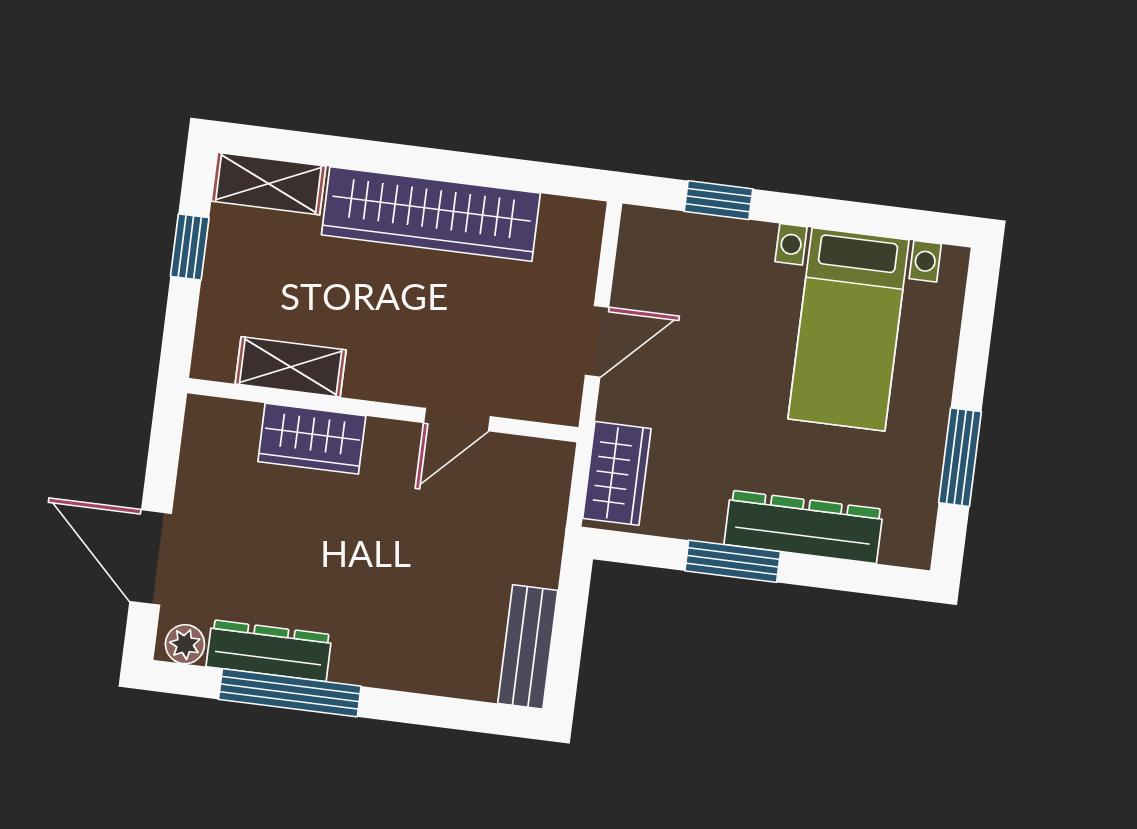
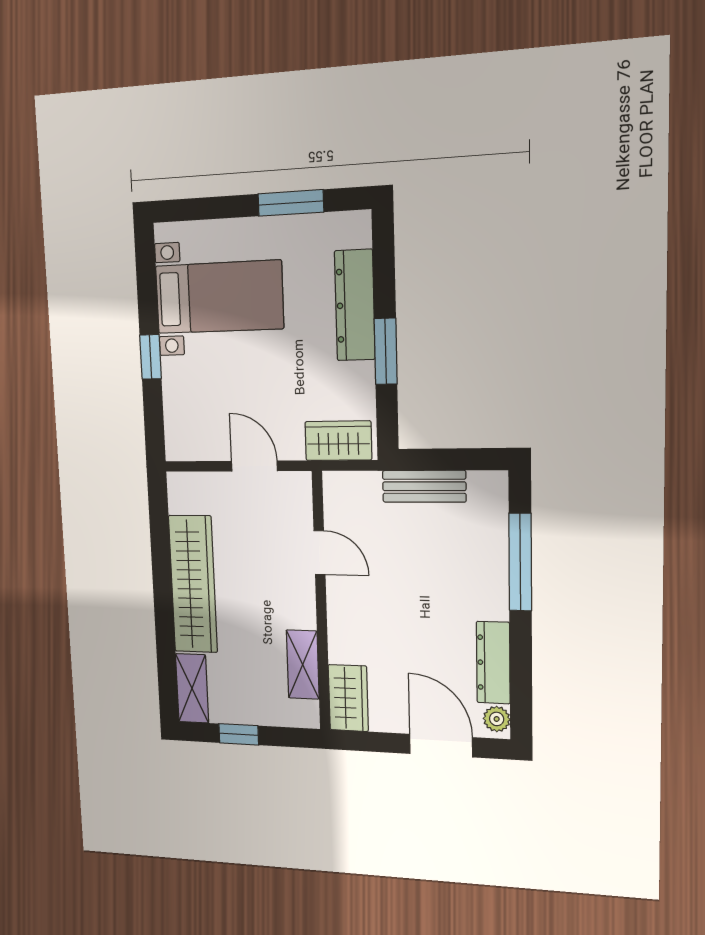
window: (719, 200) -> (150, 357), moved
wardrobe: (312, 439) -> (348, 698), moved
door: (151, 557) -> (441, 746), swing flipped
bench: (528, 647) -> (424, 486), moved
window: (290, 693) -> (520, 562), moved

